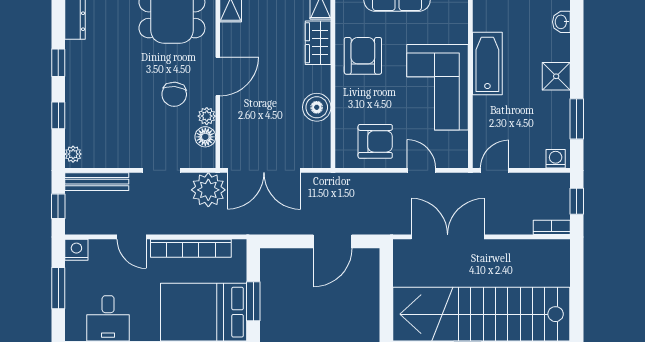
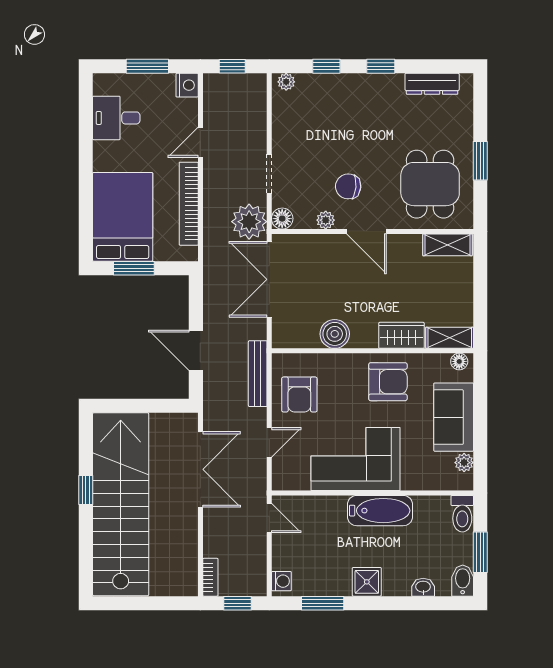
floor lamp: (205, 137) -> (282, 219), moved
bench: (97, 182) -> (258, 374), moved

